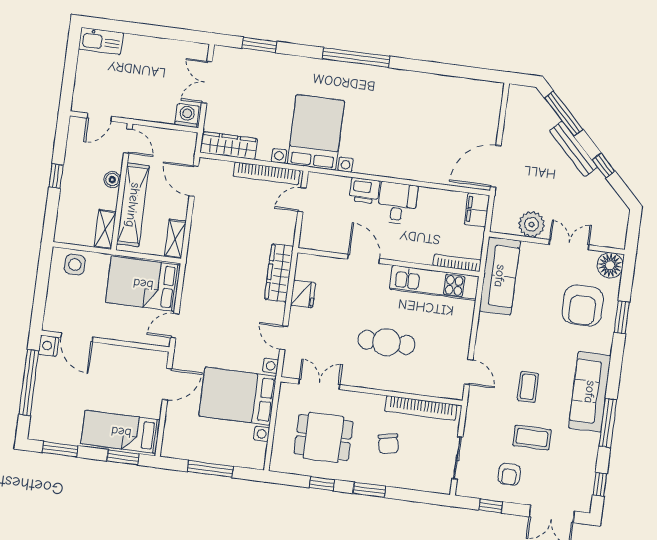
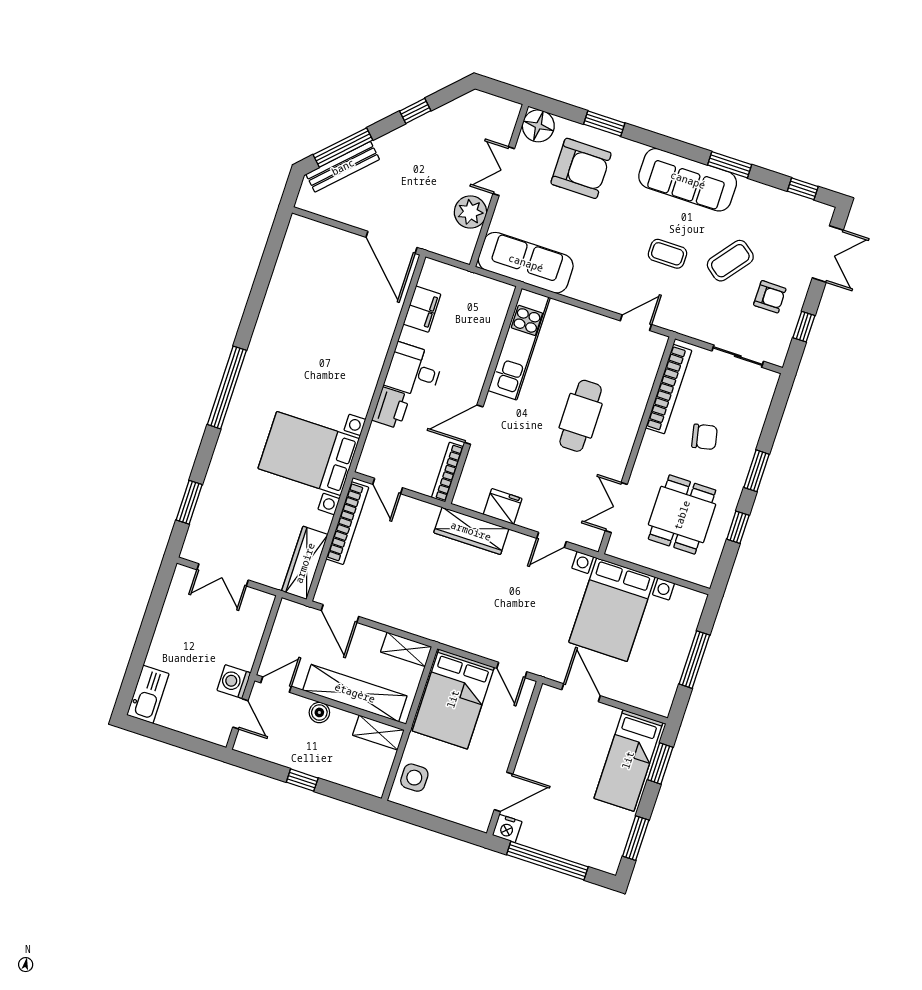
washing machine: (187, 115) -> (234, 682), moved
bench: (573, 149) -> (343, 167), moved
door: (194, 181) -> (340, 613), hinge flipped
filing cabinet: (477, 210) -> (422, 309), moved, turned -90
bookcase: (457, 263) -> (447, 472), moved
window: (608, 423) -> (730, 165), width x0.69
coffee table: (532, 438) -> (730, 261), turned 38

